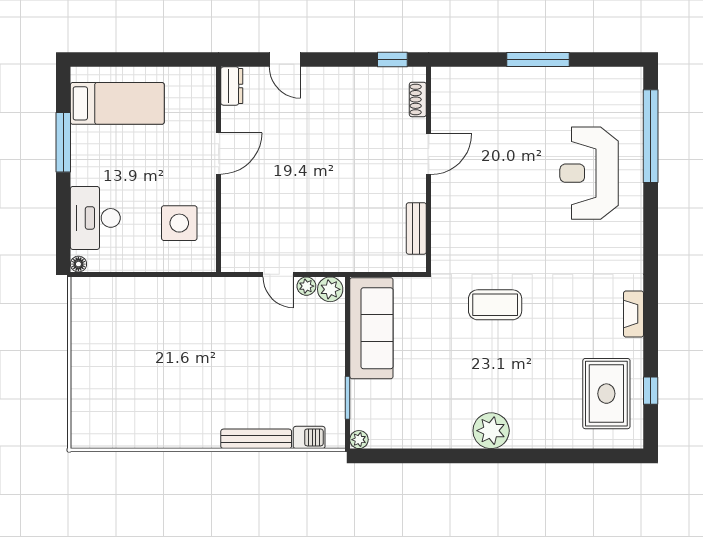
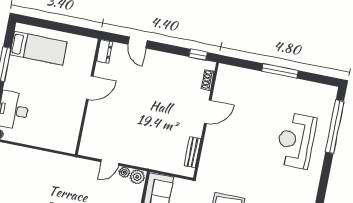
side table: (179, 223) -> (60, 123), removed
door: (278, 274) -> (110, 163), hinge flipped

